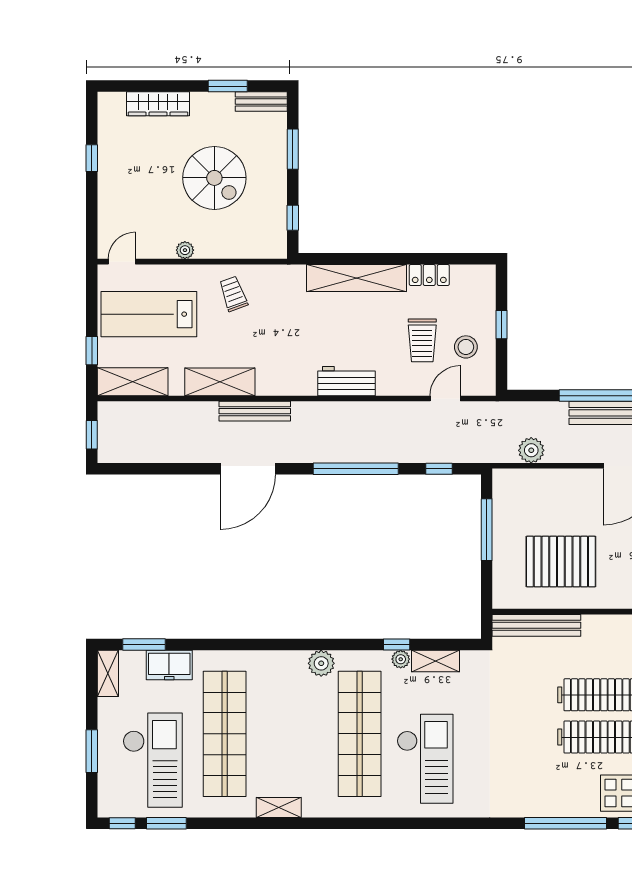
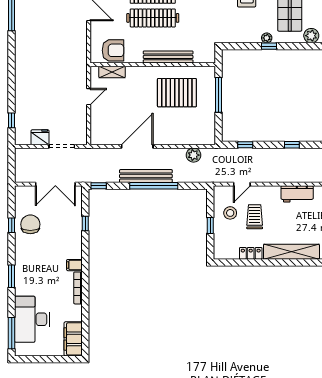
window: (356, 469) -> (292, 145), width x0.32
window: (487, 530) -> (219, 95), moved
bench: (536, 625) -> (168, 57), moved
shelving: (435, 661) -> (247, 37), removed

